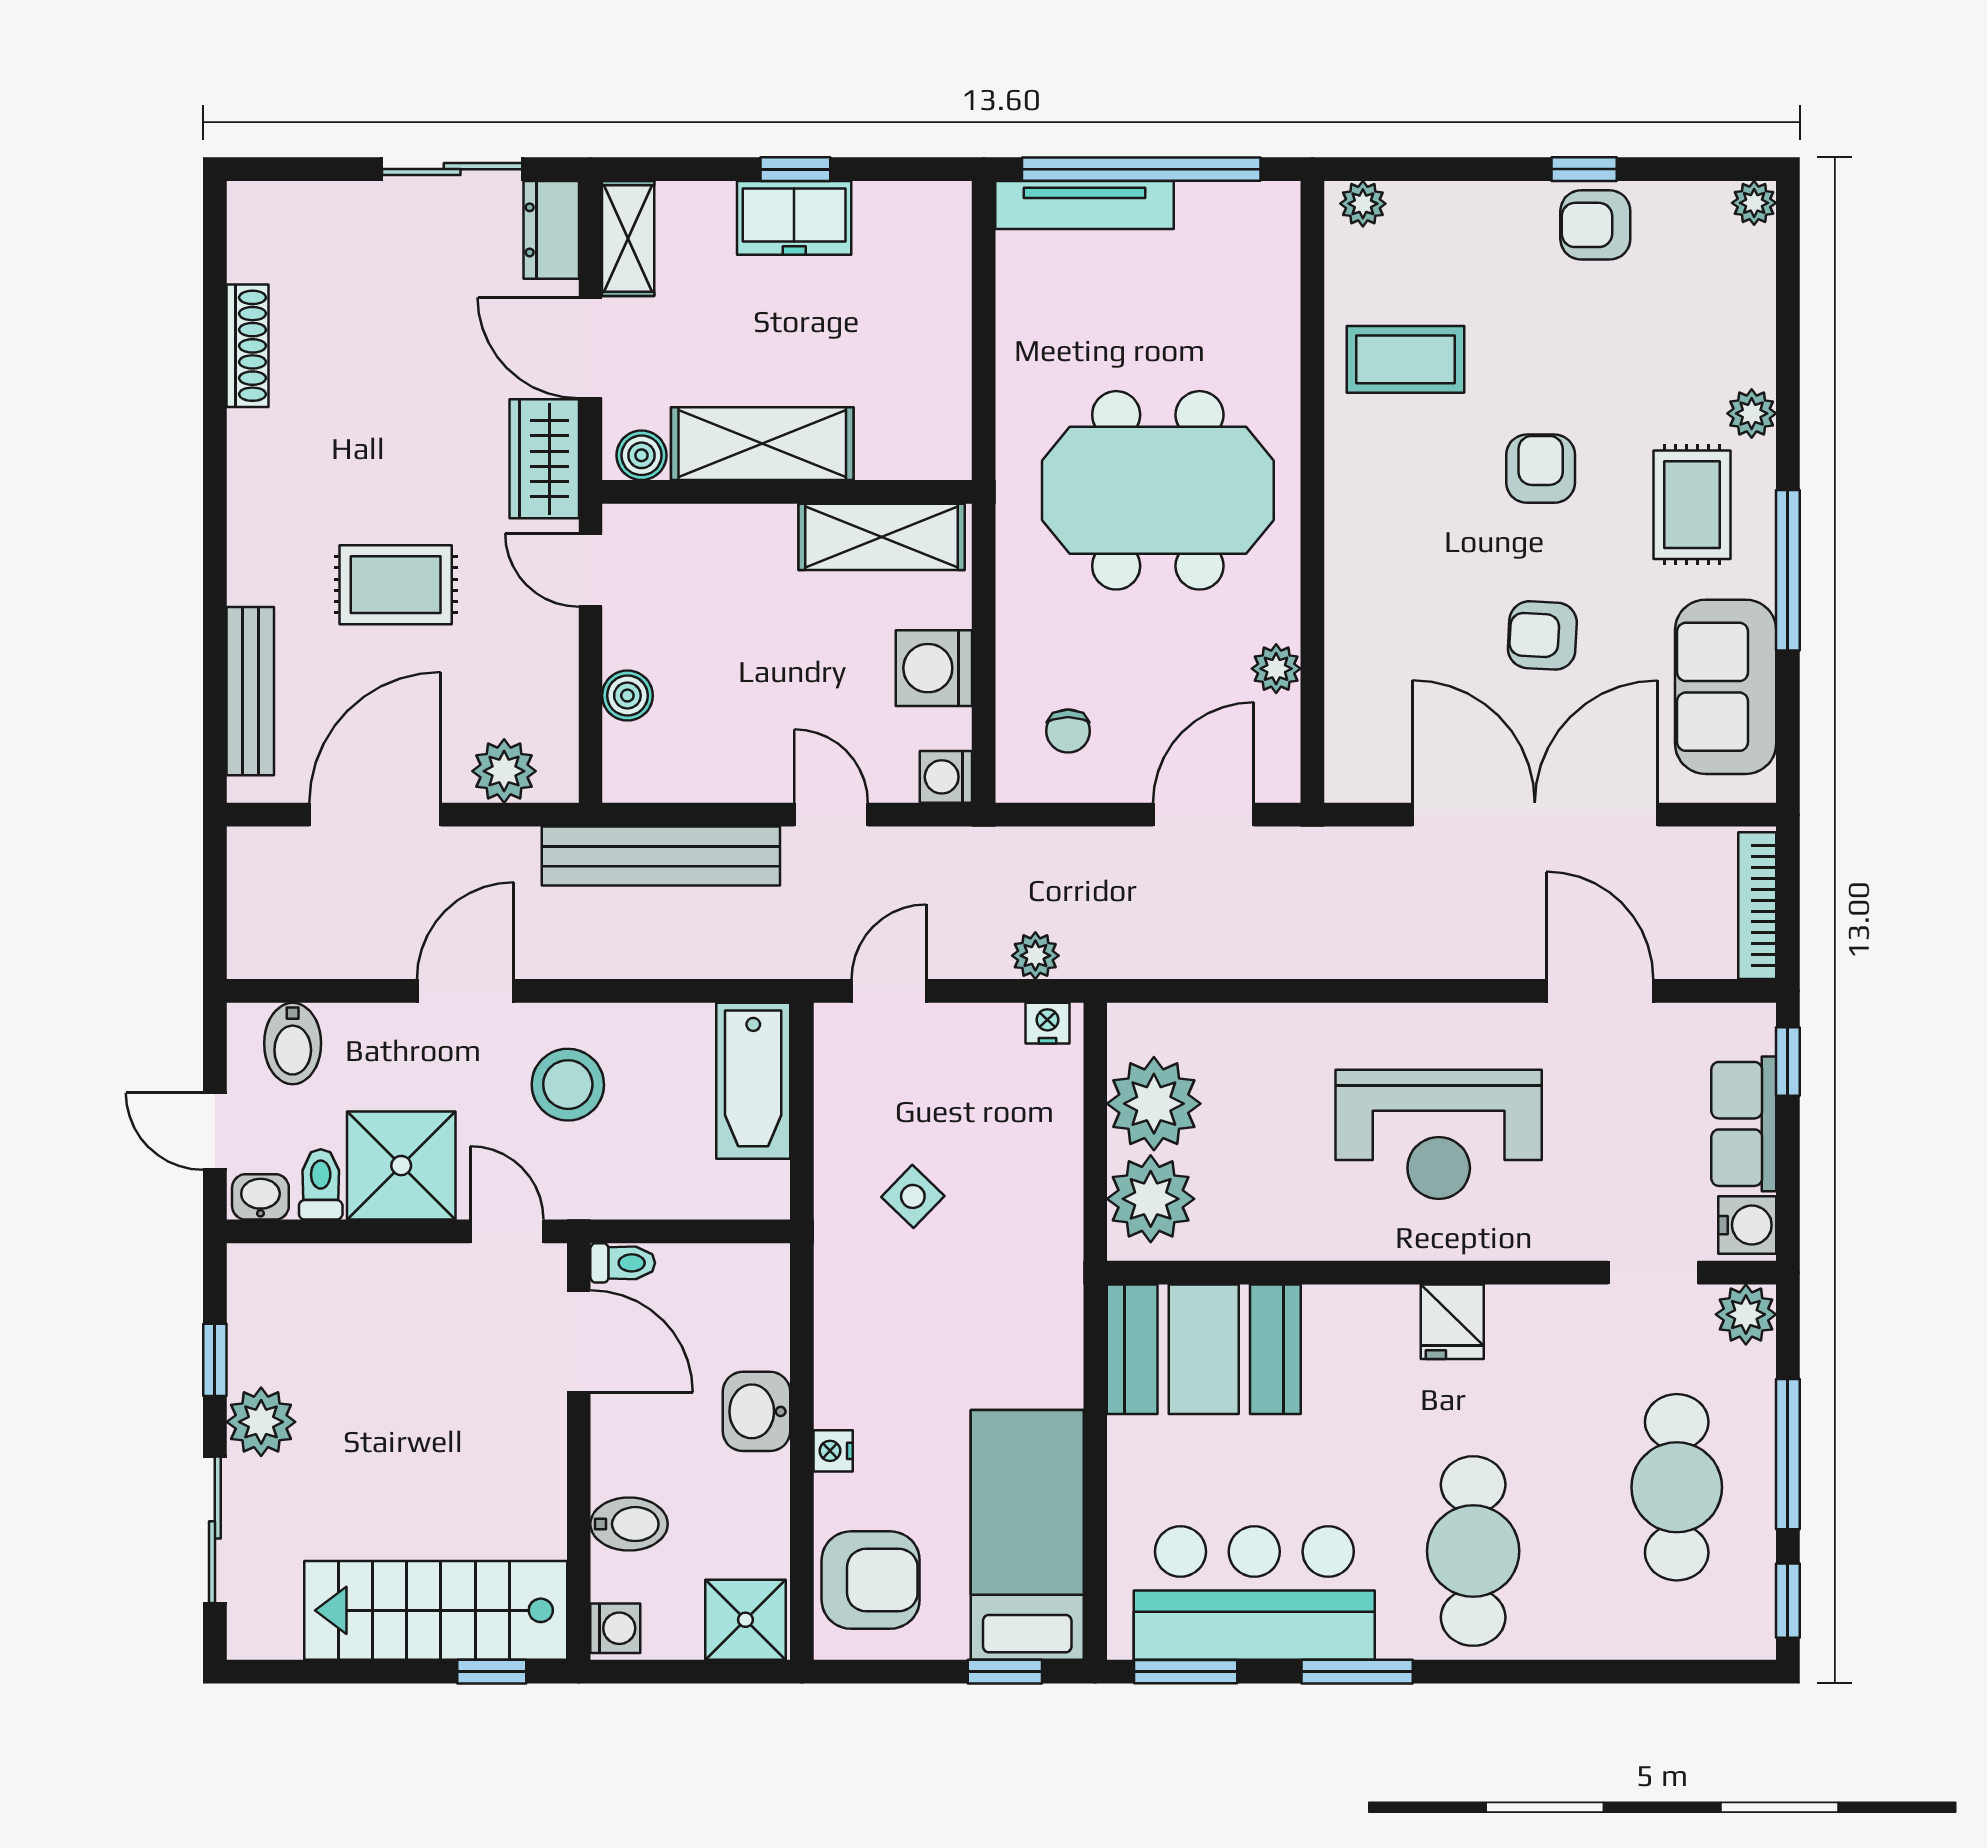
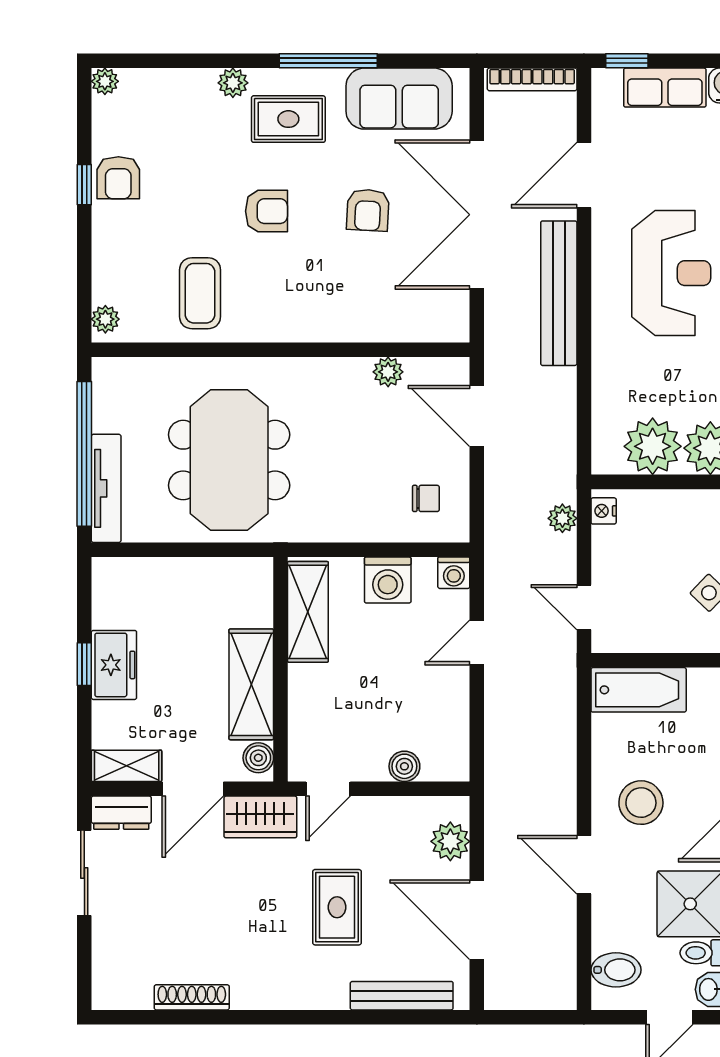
armchair: (1541, 469) -> (266, 211), turned 180
meeting table: (1158, 490) -> (229, 460), moved
bench: (661, 856) -> (559, 293), moved

